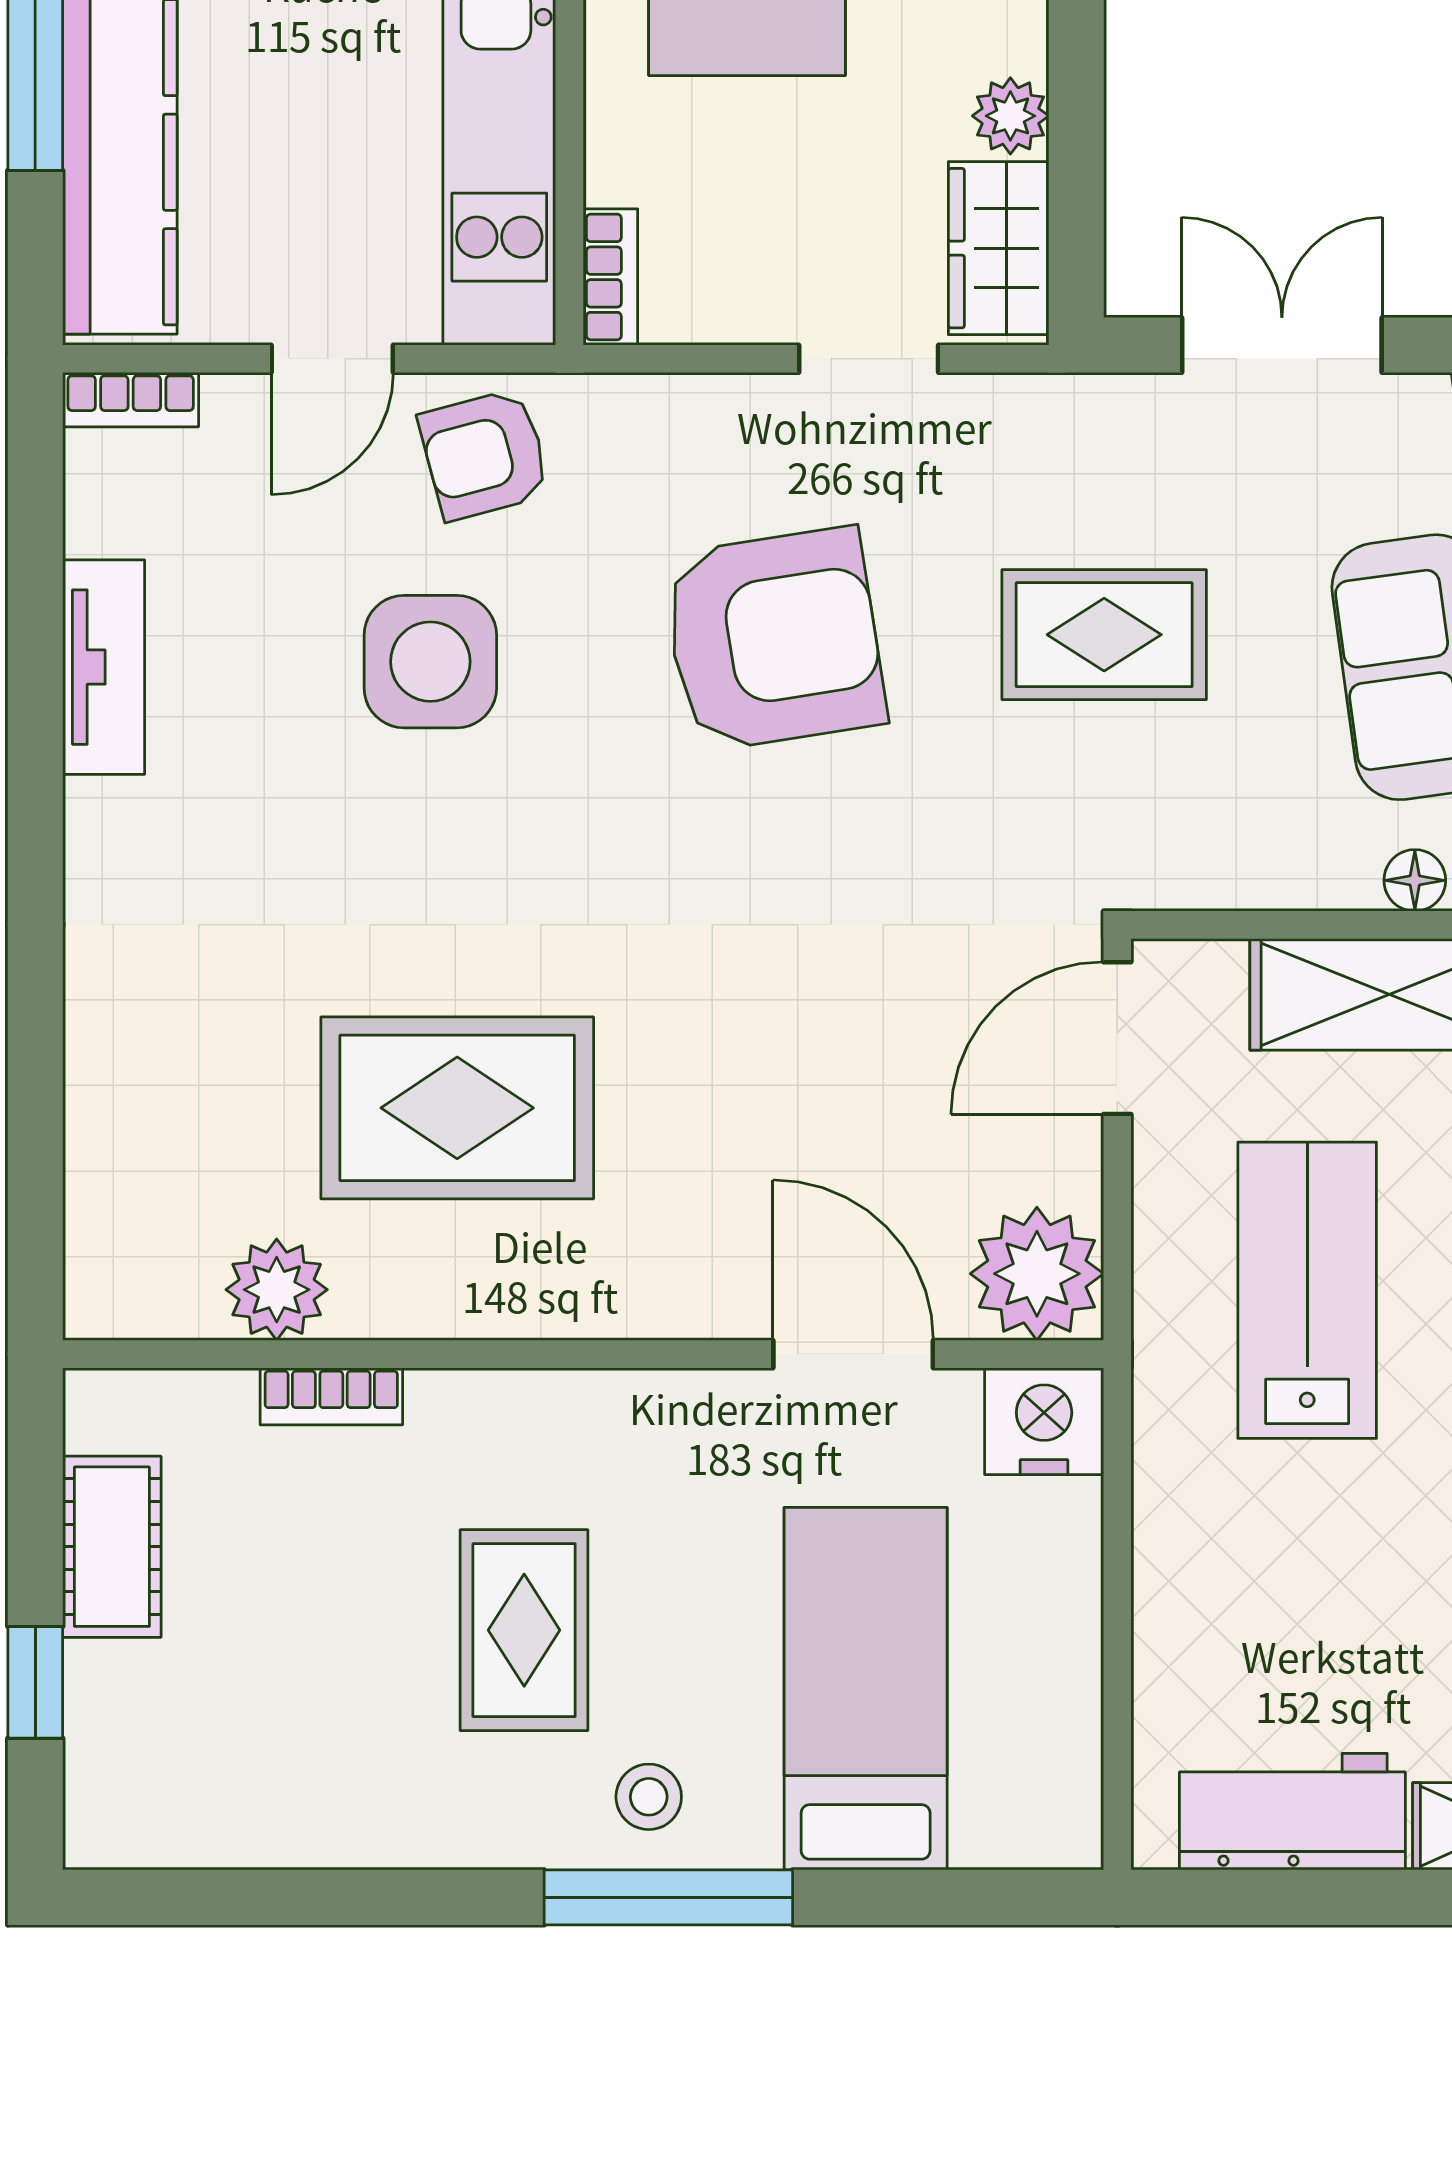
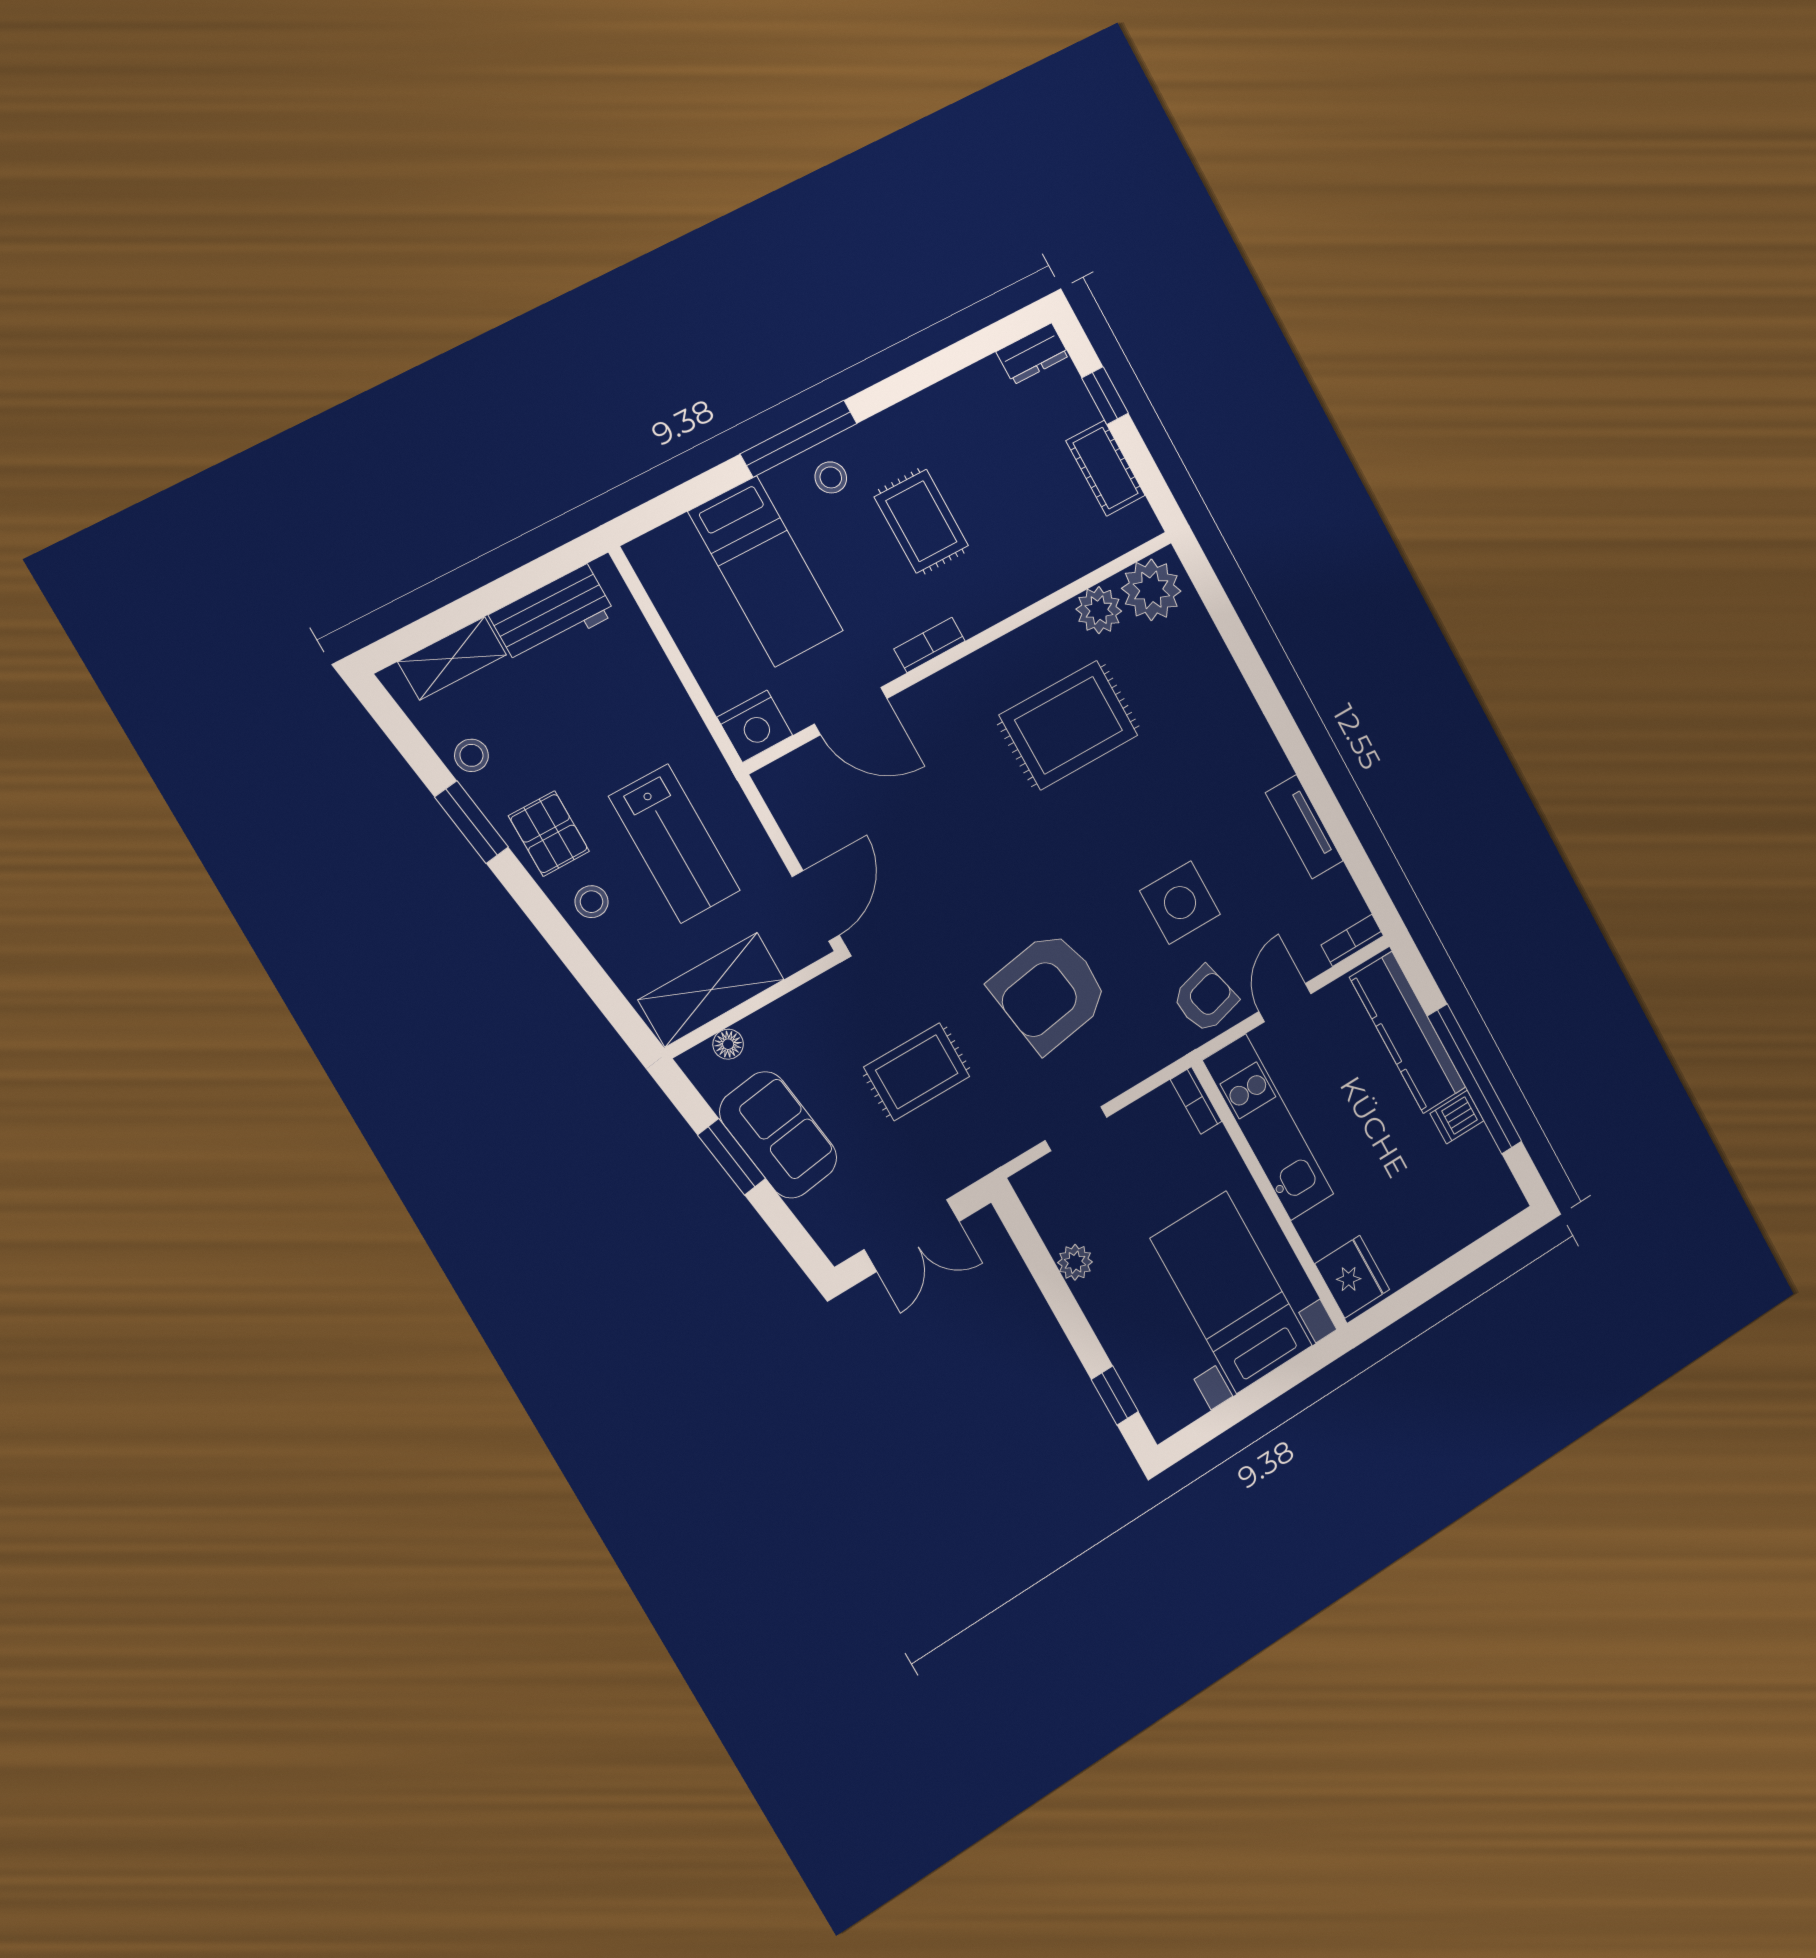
wardrobe: (999, 248) -> (1049, 1205), removed
plant: (1037, 1274) -> (1151, 590), moved
bookcase: (331, 1396) -> (930, 645), moved
dresser: (133, 1830) -> (1033, 354), added

